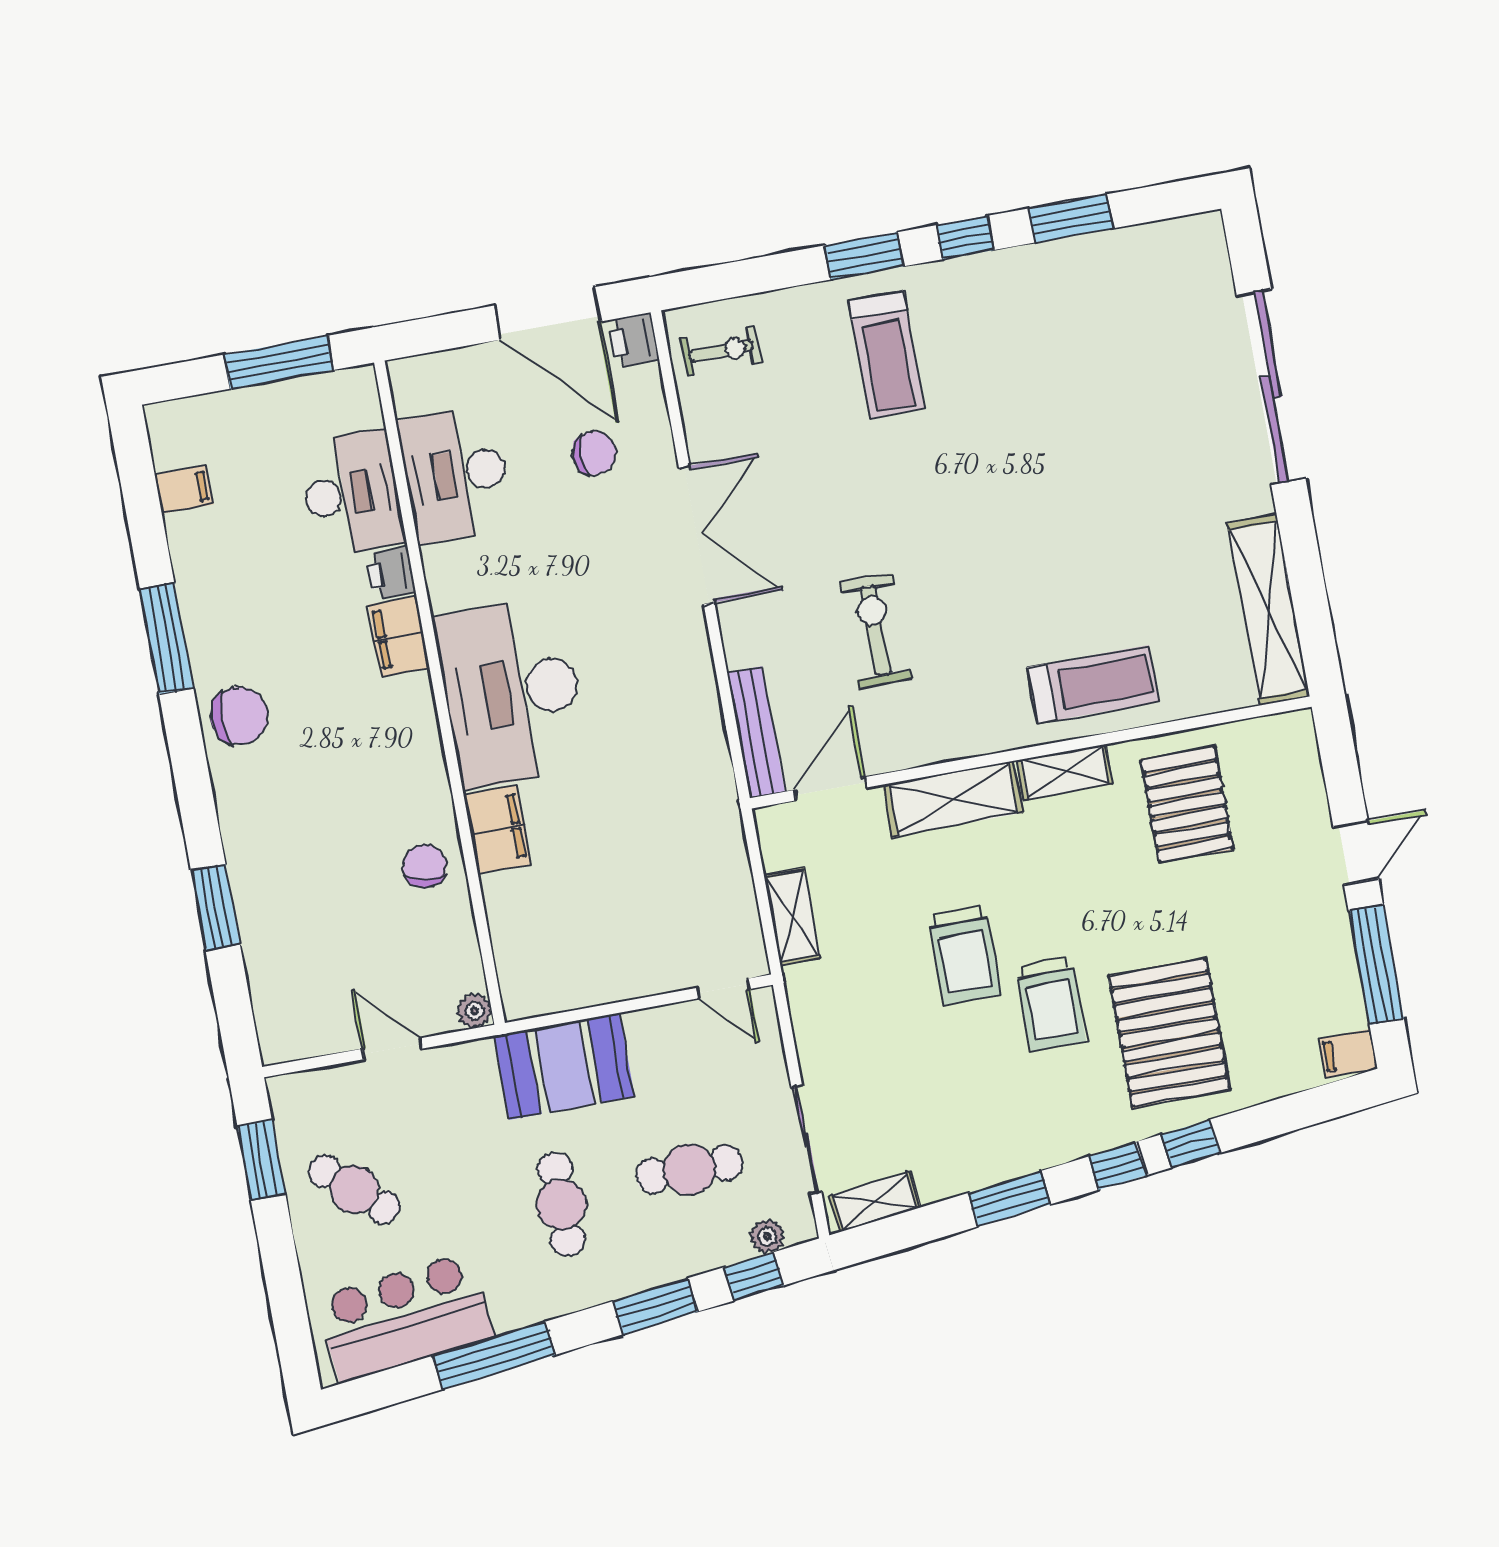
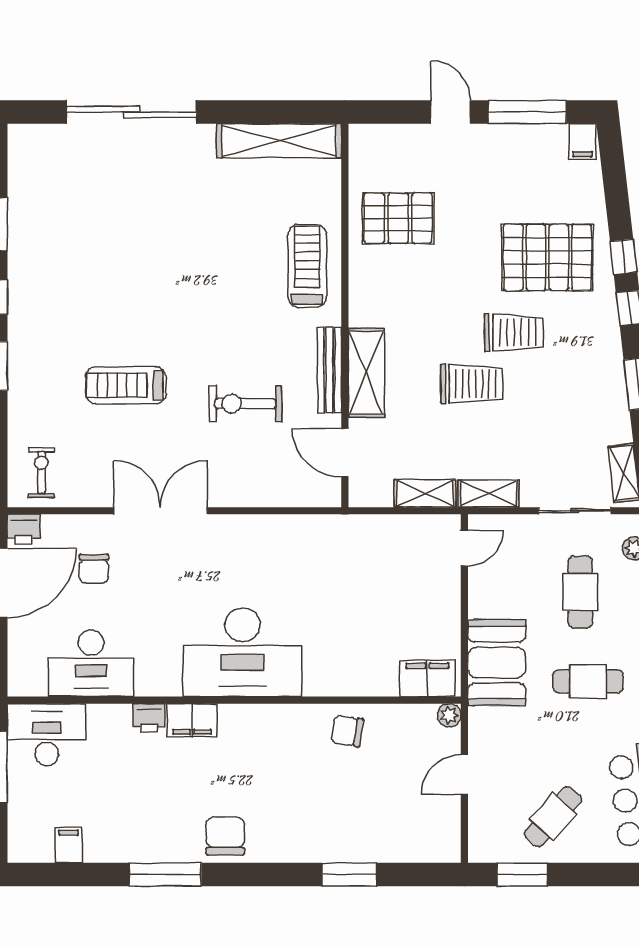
treadmill: (886, 355) -> (126, 385), moved, turned 180
chair: (594, 453) -> (94, 569), turned 180
desk: (351, 493) -> (47, 735), moved
bench: (756, 732) -> (329, 370), moved, turned 90
shelving: (1065, 772) -> (488, 494), moved, turned 90
filing cabinet: (497, 829) -> (428, 678), moved

